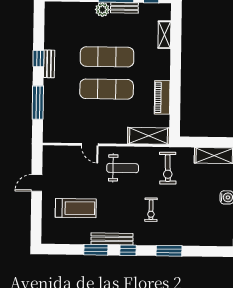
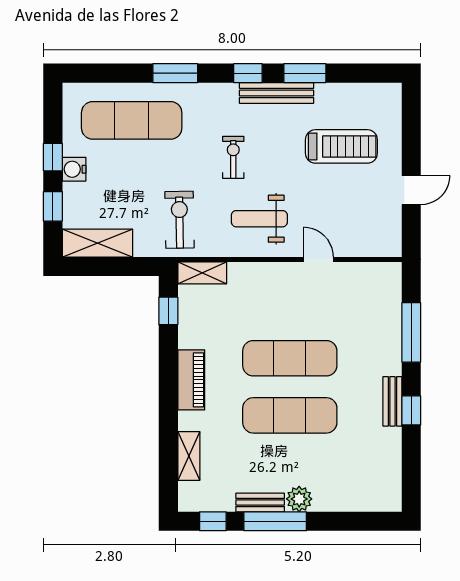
piano: (162, 97) -> (191, 380), moved
window: (175, 117) -> (168, 311), added
shelving: (149, 136) -> (202, 273), width x0.67, depth x0.75
treadmill: (76, 208) -> (341, 146), turned 180
exercise bike: (151, 210) -> (233, 157), moved
exercise mat: (194, 225) -> (132, 120), added

